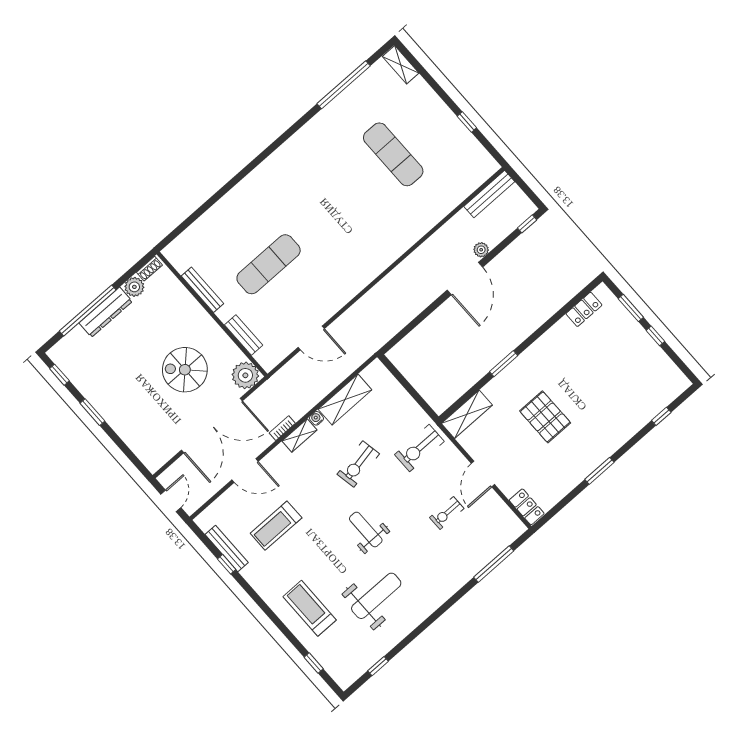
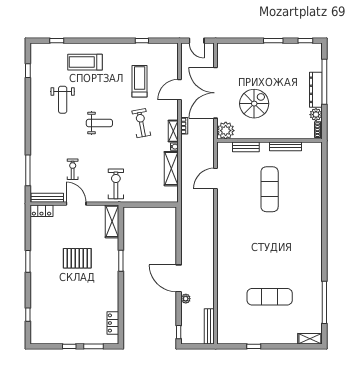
exercise bike: (358, 464) -> (141, 123), moved
bench: (227, 548) -> (47, 198), moved
weight bench: (376, 596) -> (63, 100), width x0.73, depth x0.75
treadmill: (310, 608) -> (85, 62), turned 180

